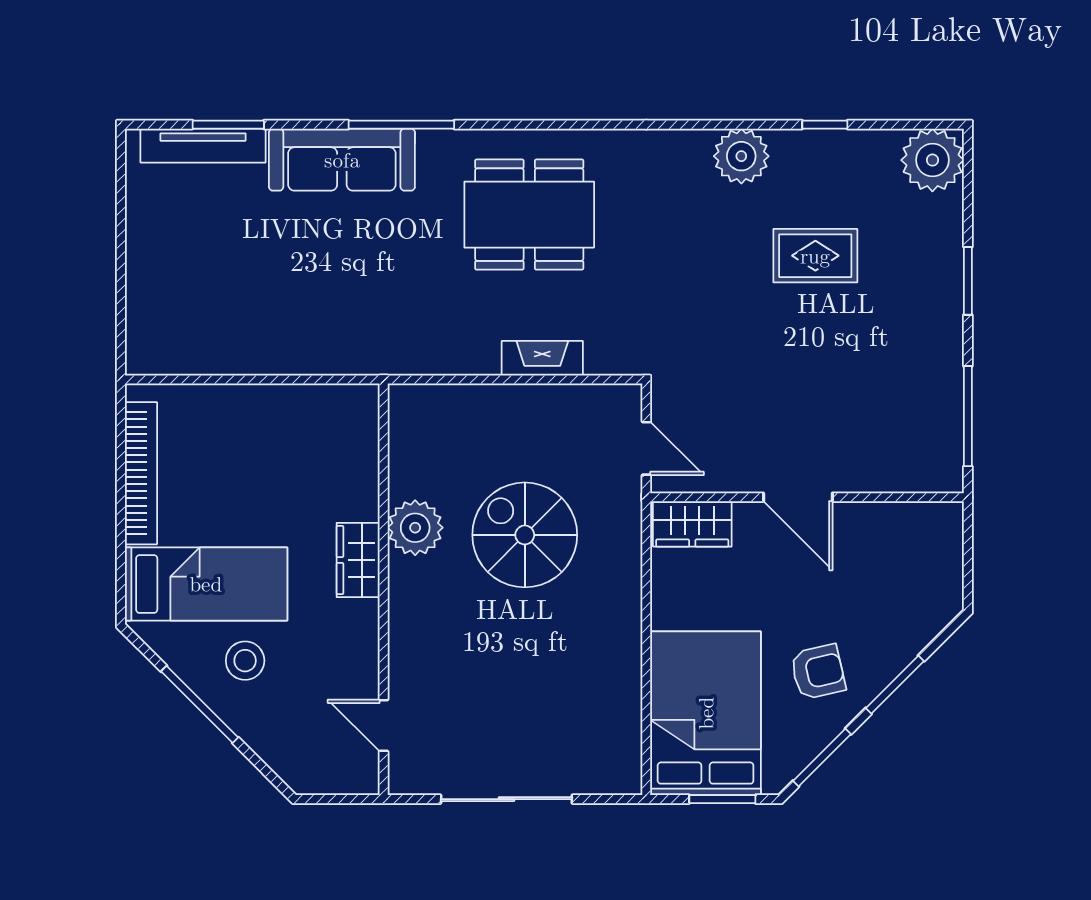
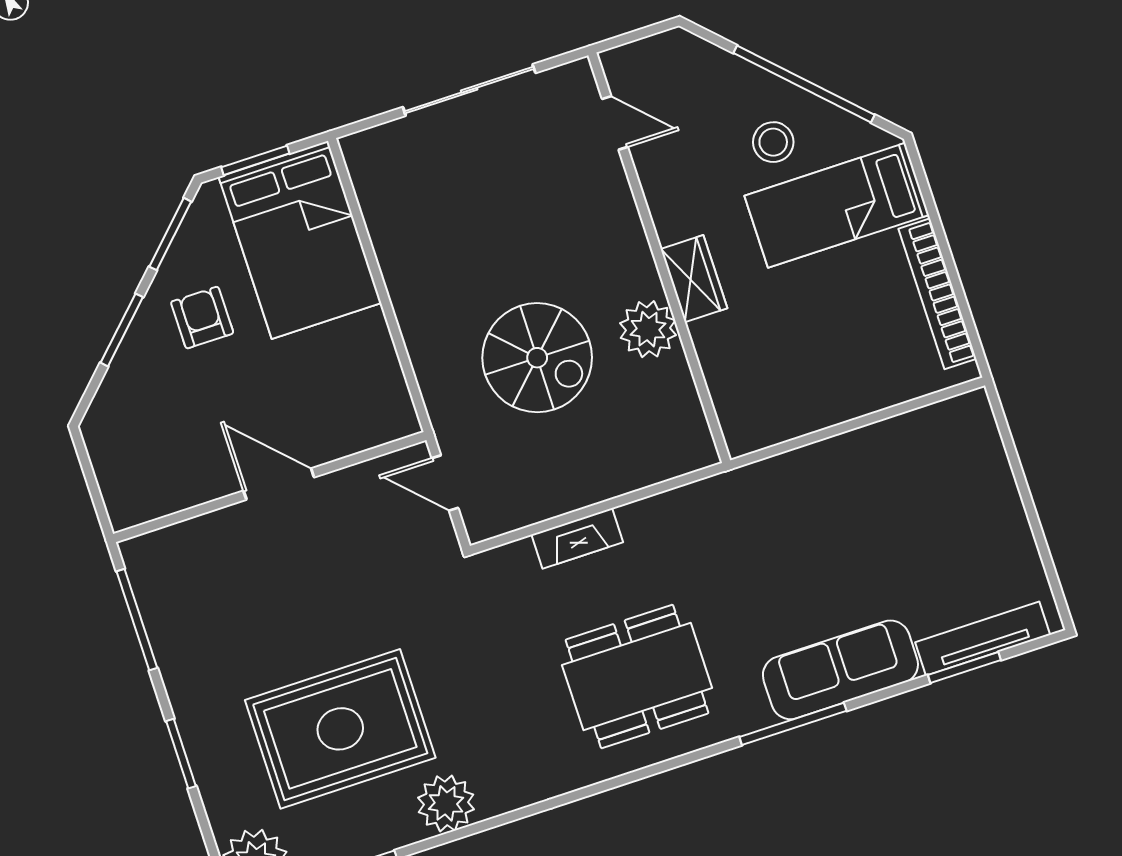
rug: (815, 256) -> (340, 729), width x1.86, depth x2.06
wardrobe: (692, 524) -> (375, 423), removed
armchair: (818, 672) -> (202, 318), turned 103
window: (200, 704) -> (804, 84), width x1.46

